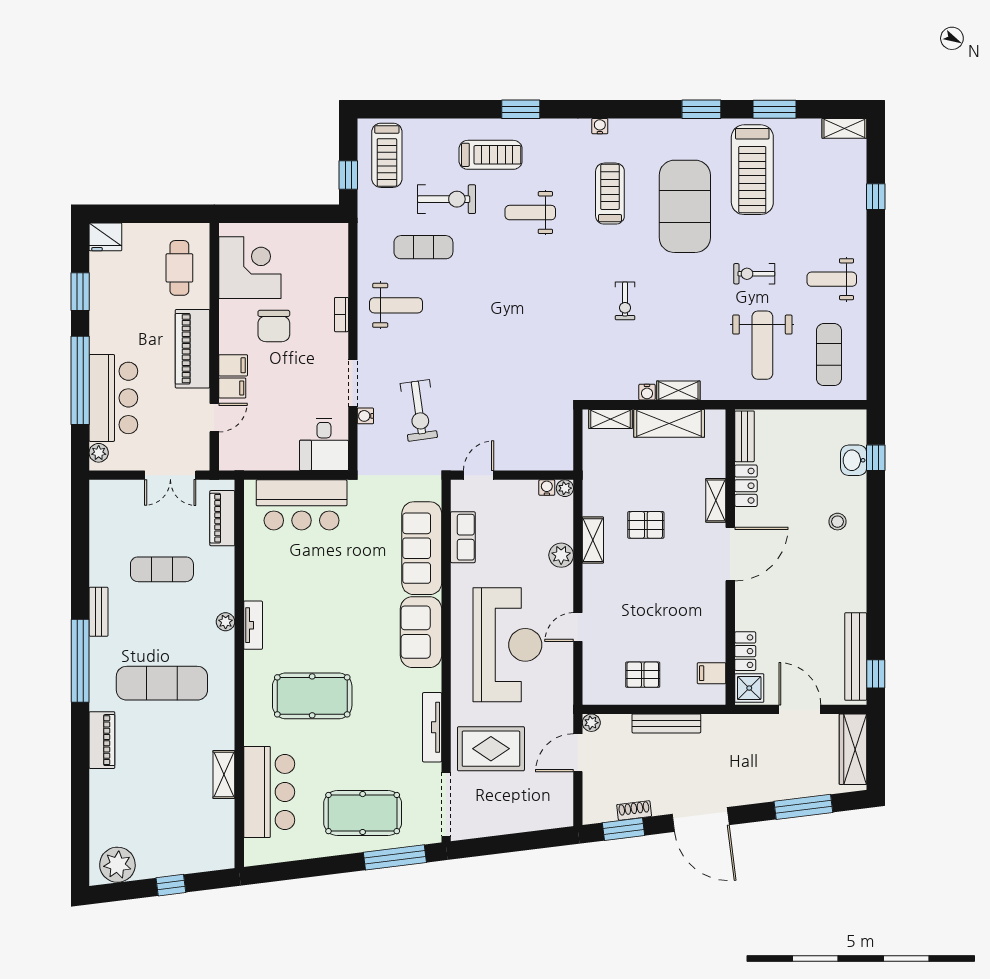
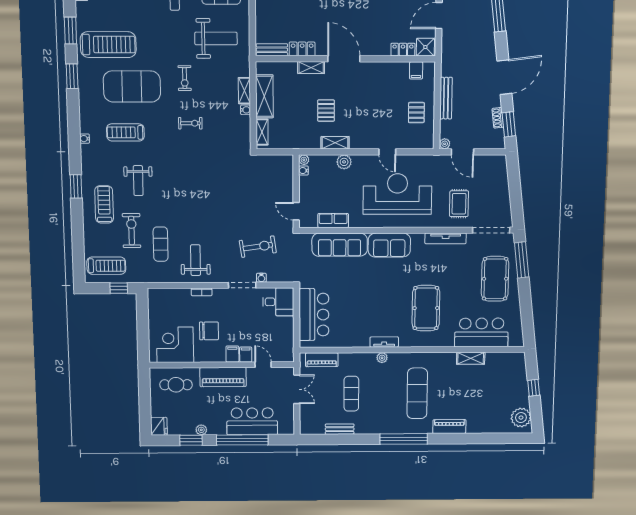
exercise bike: (754, 274) -> (185, 78), moved
plant: (99, 453) -> (201, 430), moved
bench: (99, 612) -> (340, 429), moved
rug: (491, 749) -> (459, 204), width x0.73, depth x0.70

